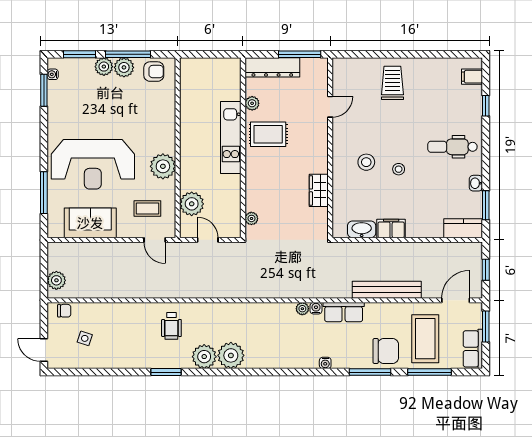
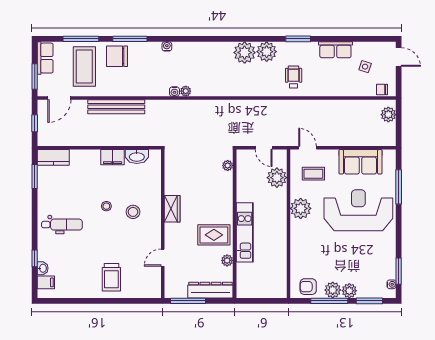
washbasin: (476, 183) -> (43, 268), moved
wardrobe: (319, 190) -> (172, 209), moved
row of seats: (344, 312) -> (335, 50), moved, turned 180

